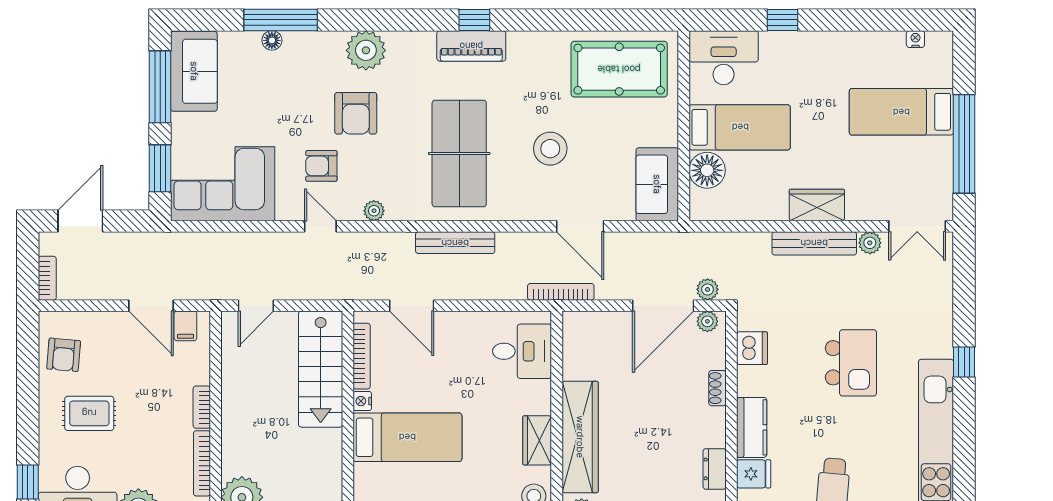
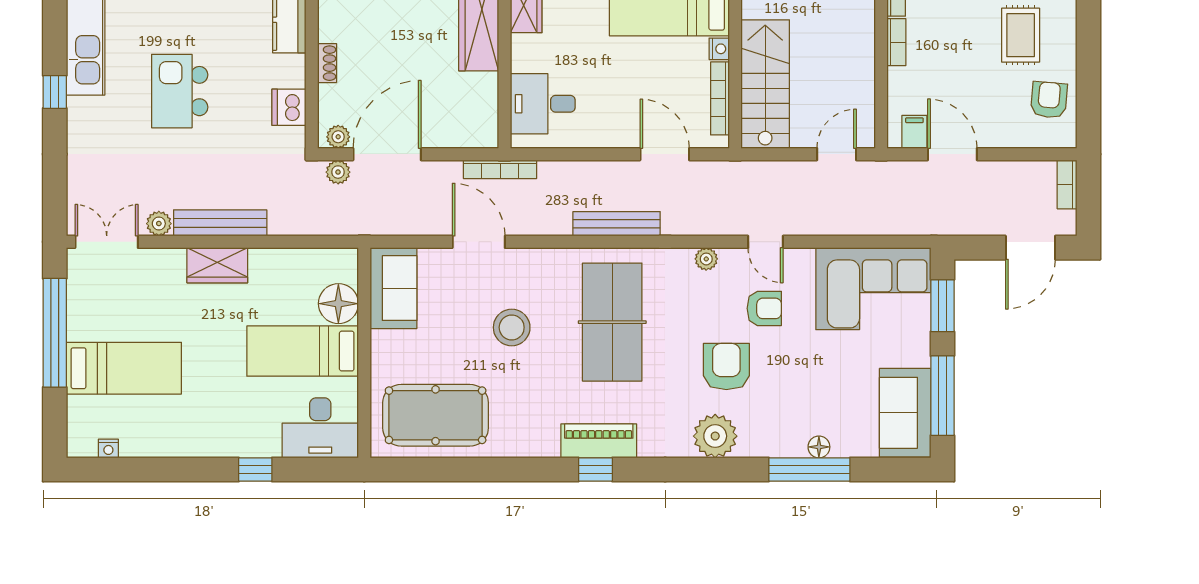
rug: (89, 413) -> (1021, 35), turned 90

